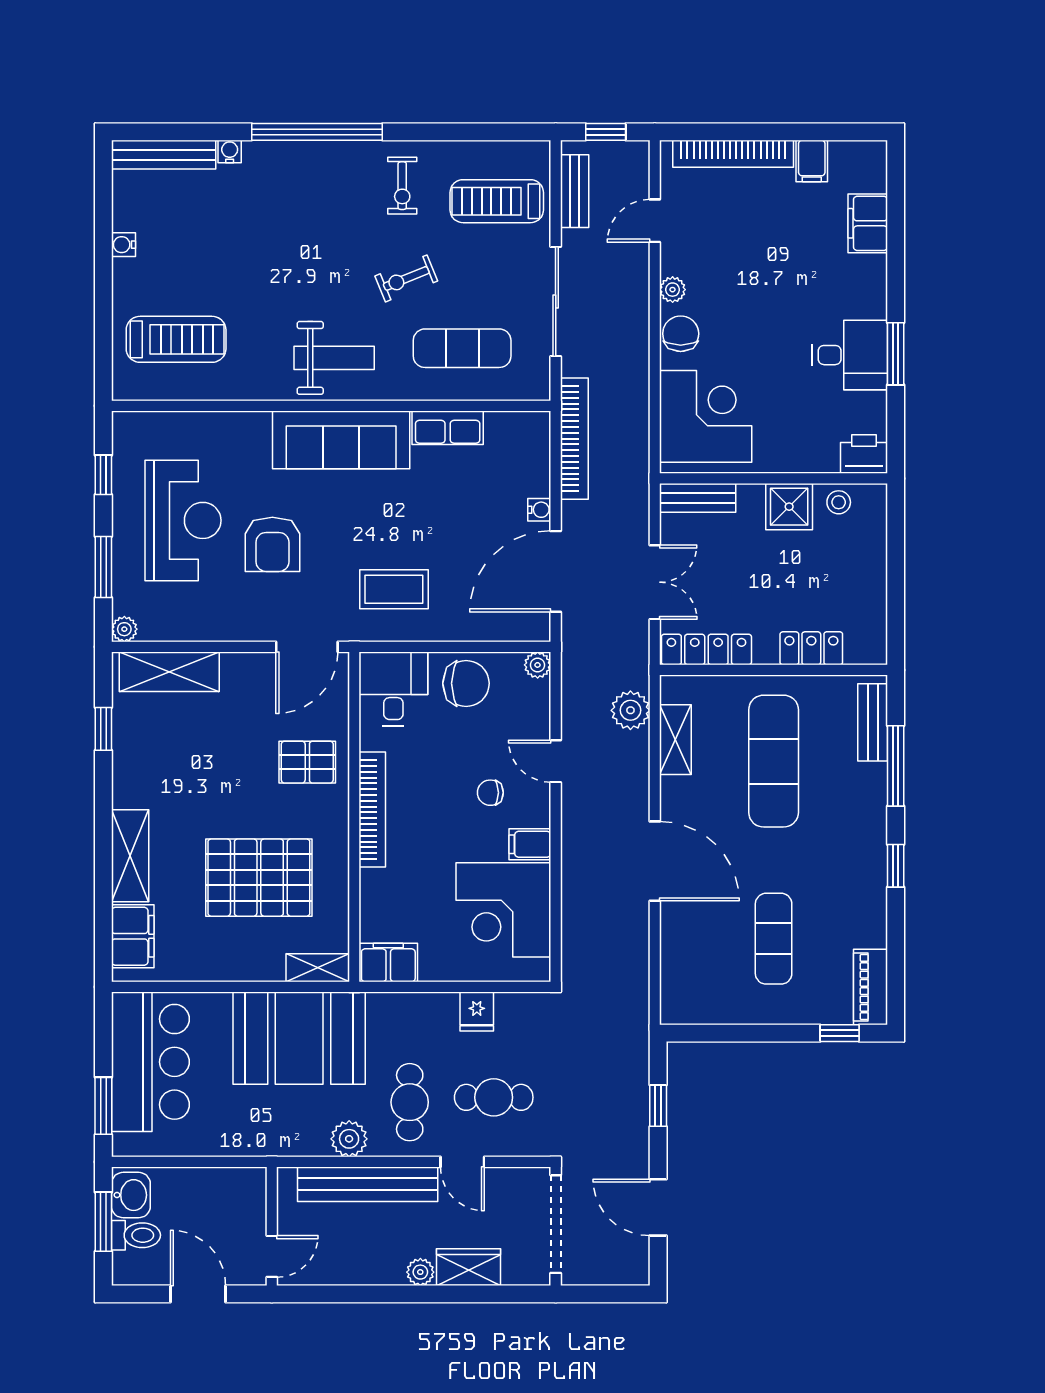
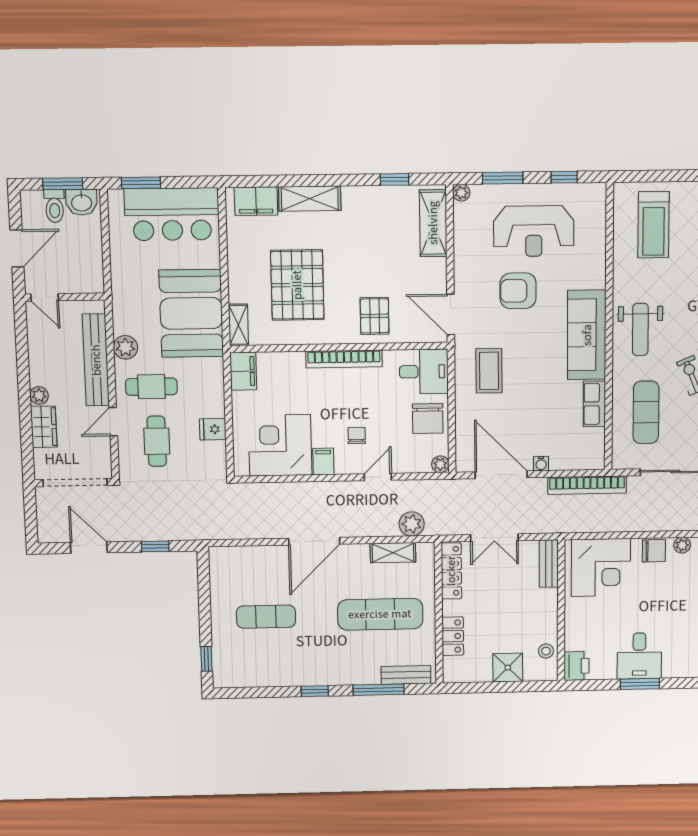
shower: (789, 507) -> (508, 668), moved
piano: (871, 987) -> (237, 677), removed
door: (658, 1207) -> (89, 548), hinge flipped

